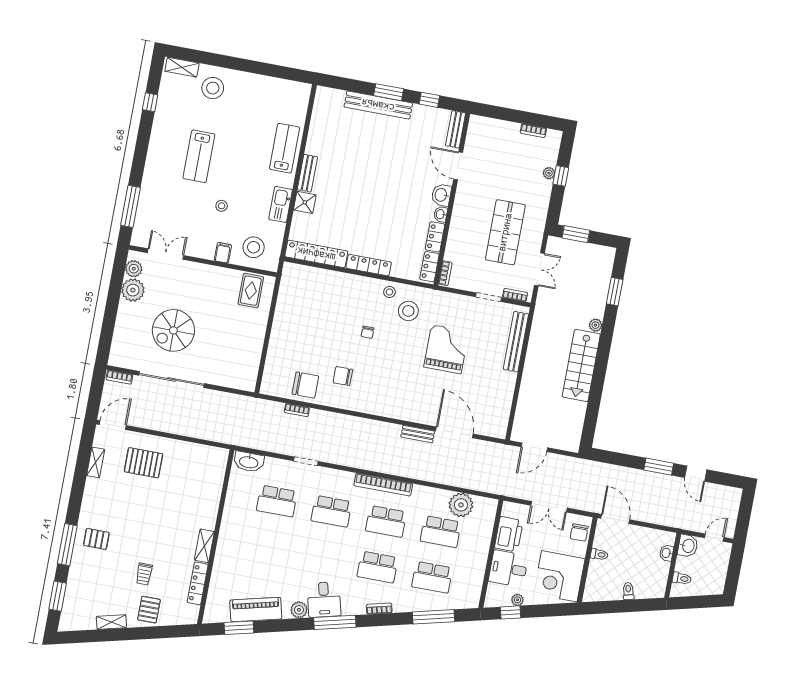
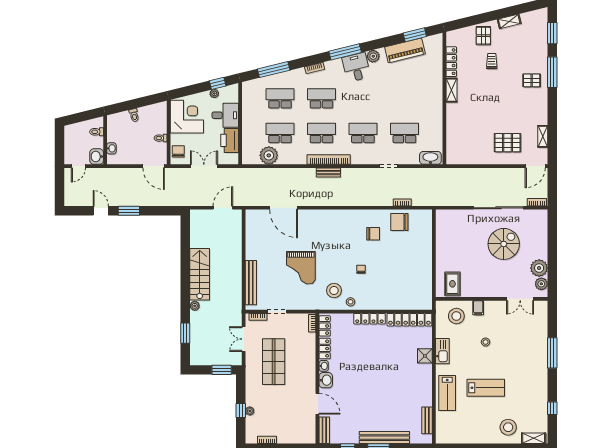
lab bench: (199, 156) -> (486, 388), moved, turned 90
bench: (307, 173) -> (427, 420), moved
window: (131, 206) -> (552, 353), moved
bench: (418, 434) -> (328, 173), moved

